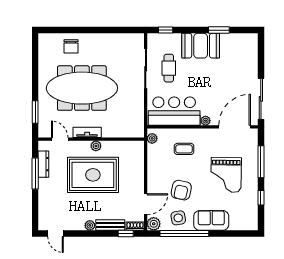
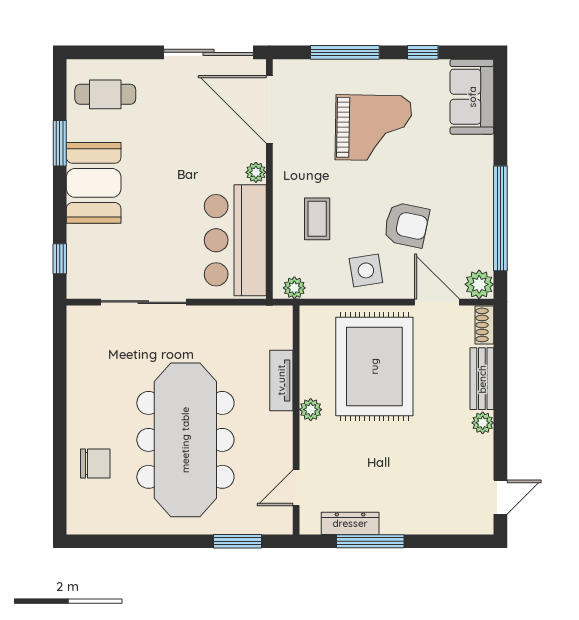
cafe table: (169, 68) -> (105, 94), moved
tv unit: (87, 132) -> (281, 380), moved
rug: (93, 175) -> (374, 366), moved
side table: (178, 218) -> (366, 270), moved
sofa: (211, 220) -> (472, 97), moved
window: (126, 234) -> (500, 345), removed

